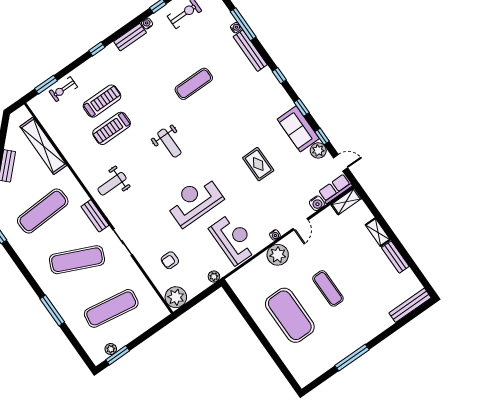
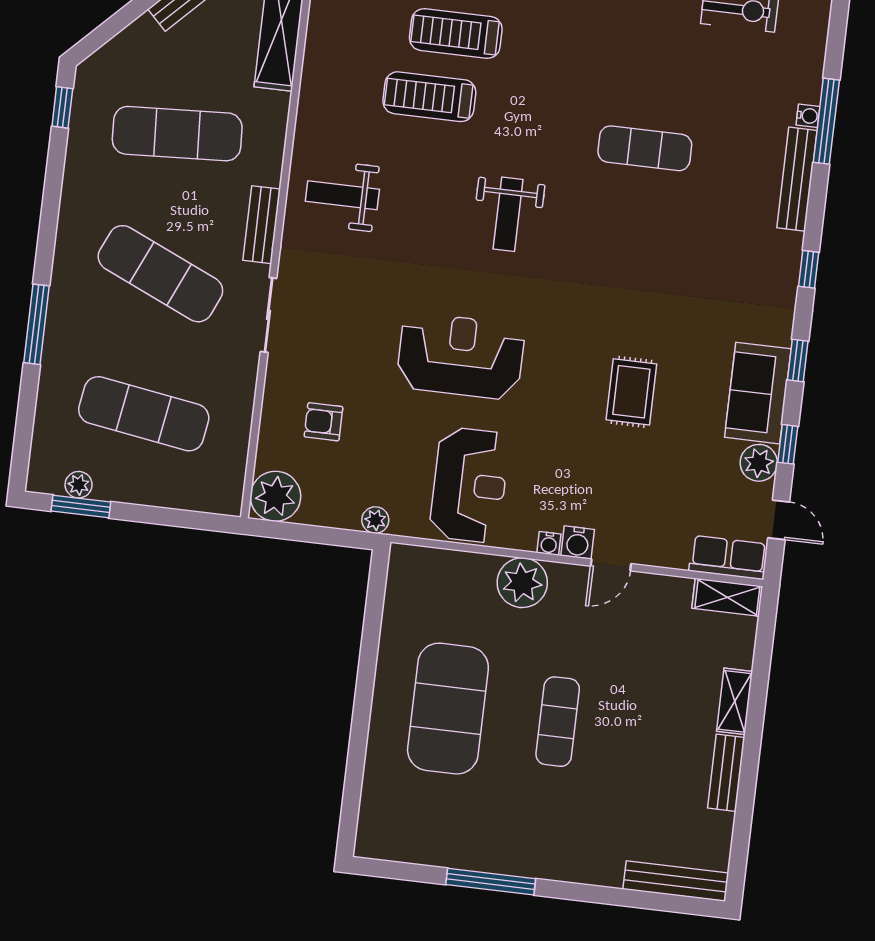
treadmill: (102, 101) -> (456, 33), turned 180
water cooler: (317, 203) -> (578, 542), moved

